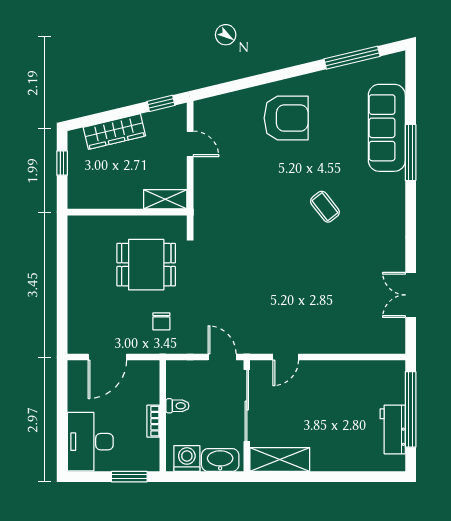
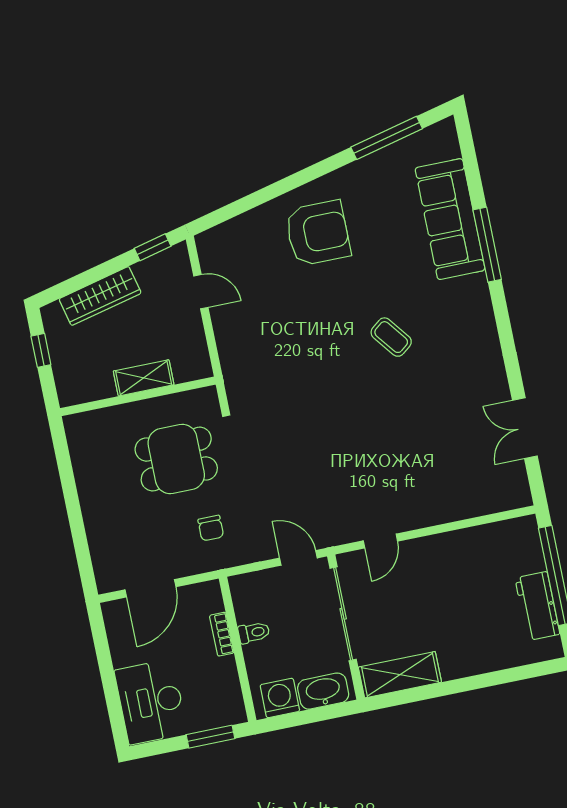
shelving: (165, 199) -> (144, 378), moved
bookcase: (153, 421) -> (222, 634), moved

